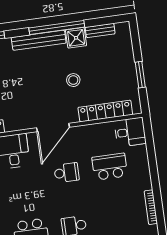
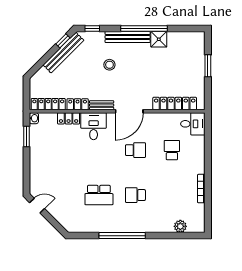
bench: (100, 31) -> (102, 105), moved
window: (140, 75) -> (208, 66), moved
stool: (73, 80) -> (109, 65), moved
school desk: (110, 167) -> (172, 150), width x0.54

